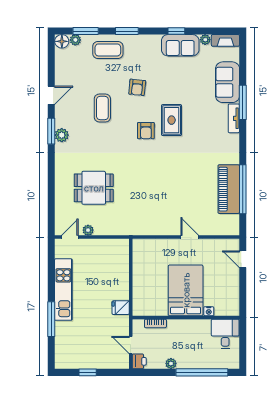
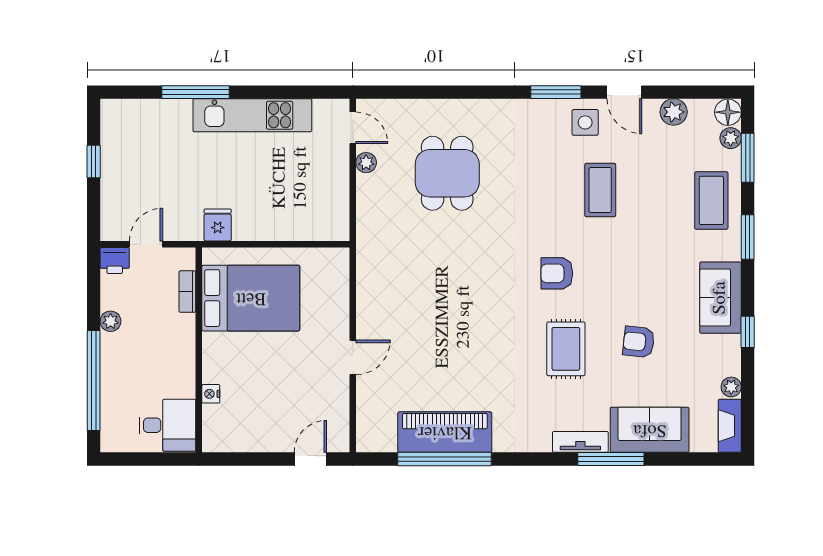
sofa: (180, 45) -> (720, 298), moved
armchair: (137, 87) -> (639, 342), moved
coffee table: (102, 108) -> (600, 190), turned 90
side table: (67, 116) -> (585, 122), added
rug: (172, 120) -> (566, 349), moved, turned 90
plant: (62, 135) -> (674, 112), moved
bed: (186, 290) -> (251, 298), moved

